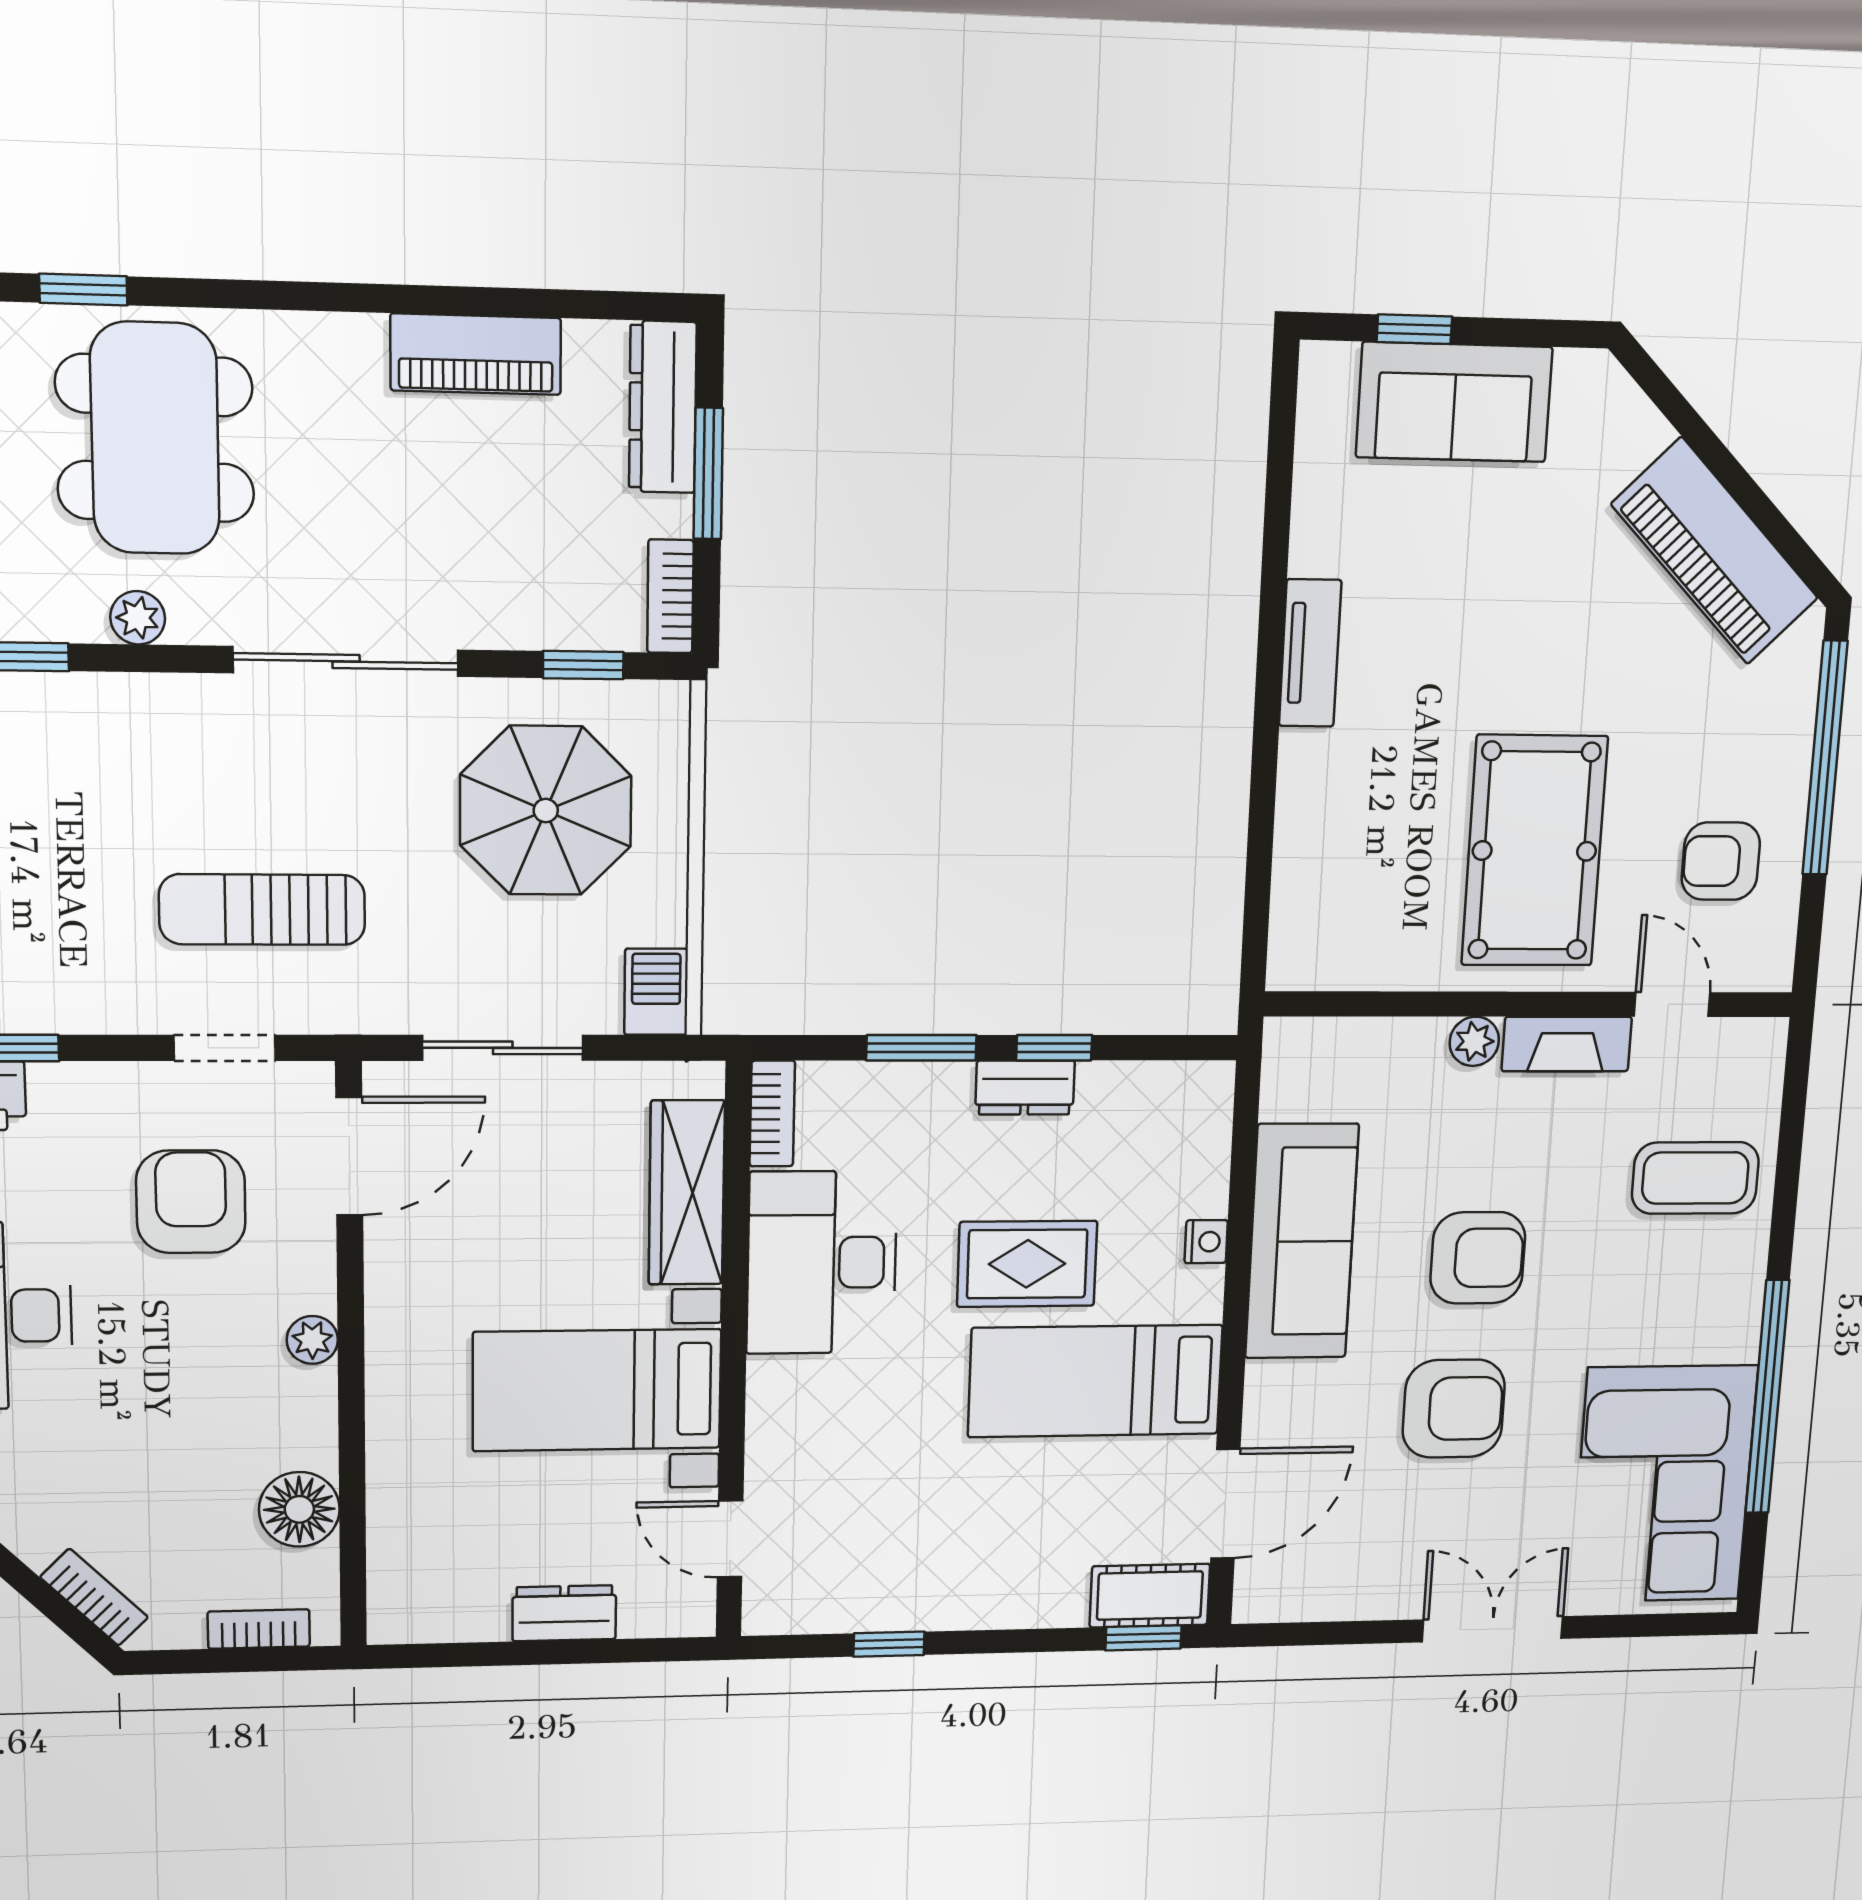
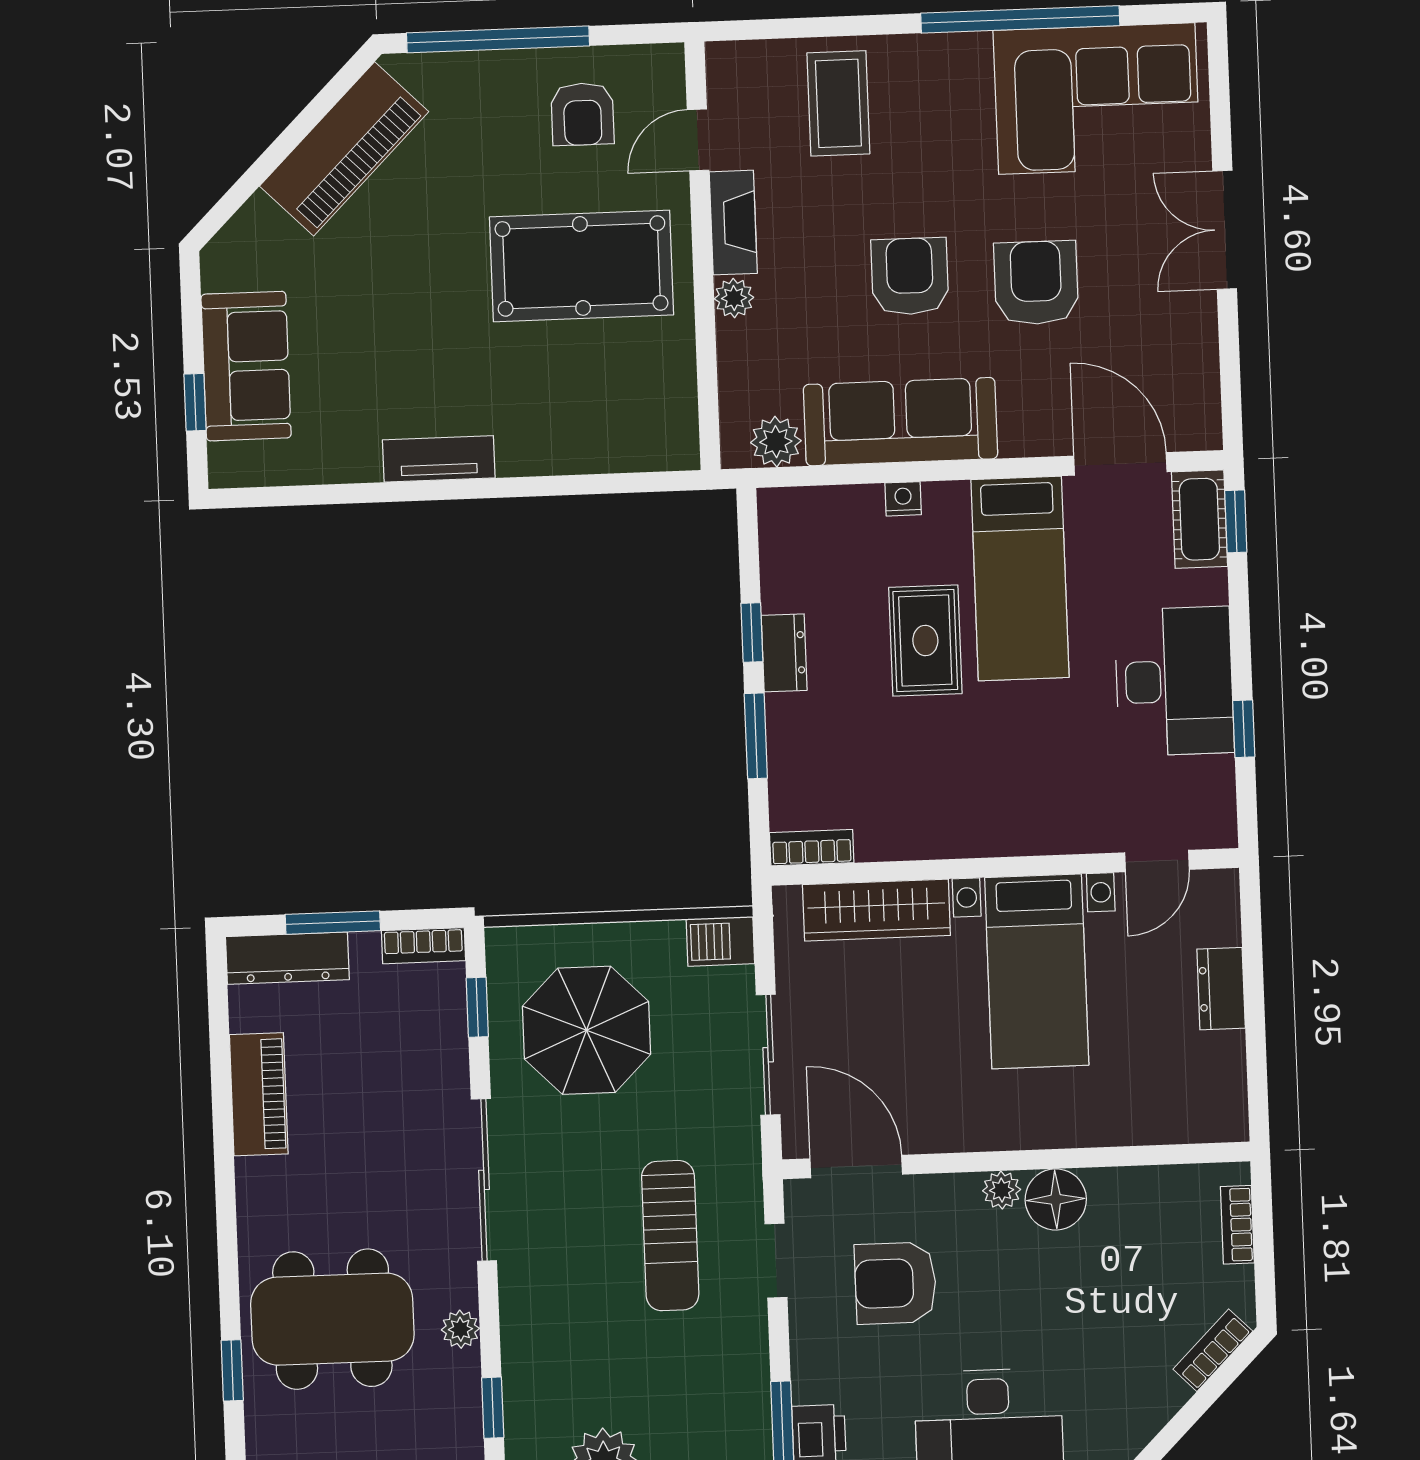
plant: (1292, 1087) -> (776, 442), added
desk: (822, 1263) -> (1174, 681), moved, turned -90
floor lamp: (299, 1509) -> (1056, 1199), moved

